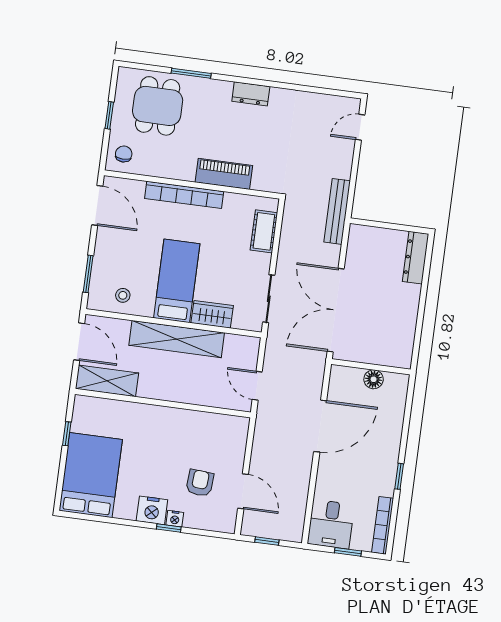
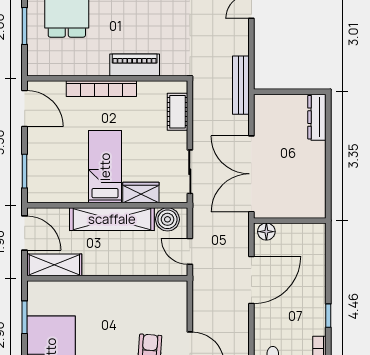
window: (109, 115) -> (25, 26), width x1.50
chair: (124, 154) -> (42, 59), removed
stool: (123, 295) -> (58, 186), removed
boiler: (237, 347) -> (167, 219), added
floor lamp: (374, 379) -> (266, 232), moved
window: (67, 434) -> (25, 317), width x1.50

